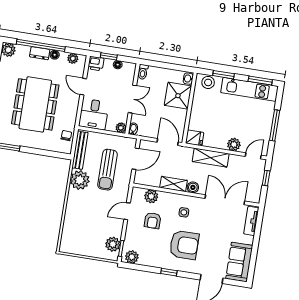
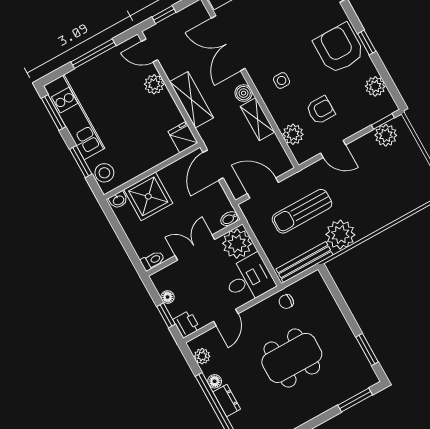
dining table: (35, 104) -> (292, 358), width x0.73, depth x0.80
plant: (121, 128) -> (237, 244), width x1.88, depth x1.88
chair: (66, 136) -> (286, 302), moved
sun lounger: (107, 170) -> (302, 211), turned 180
armchair: (184, 245) -> (339, 48), moved
plant: (132, 257) -> (375, 86), moved

